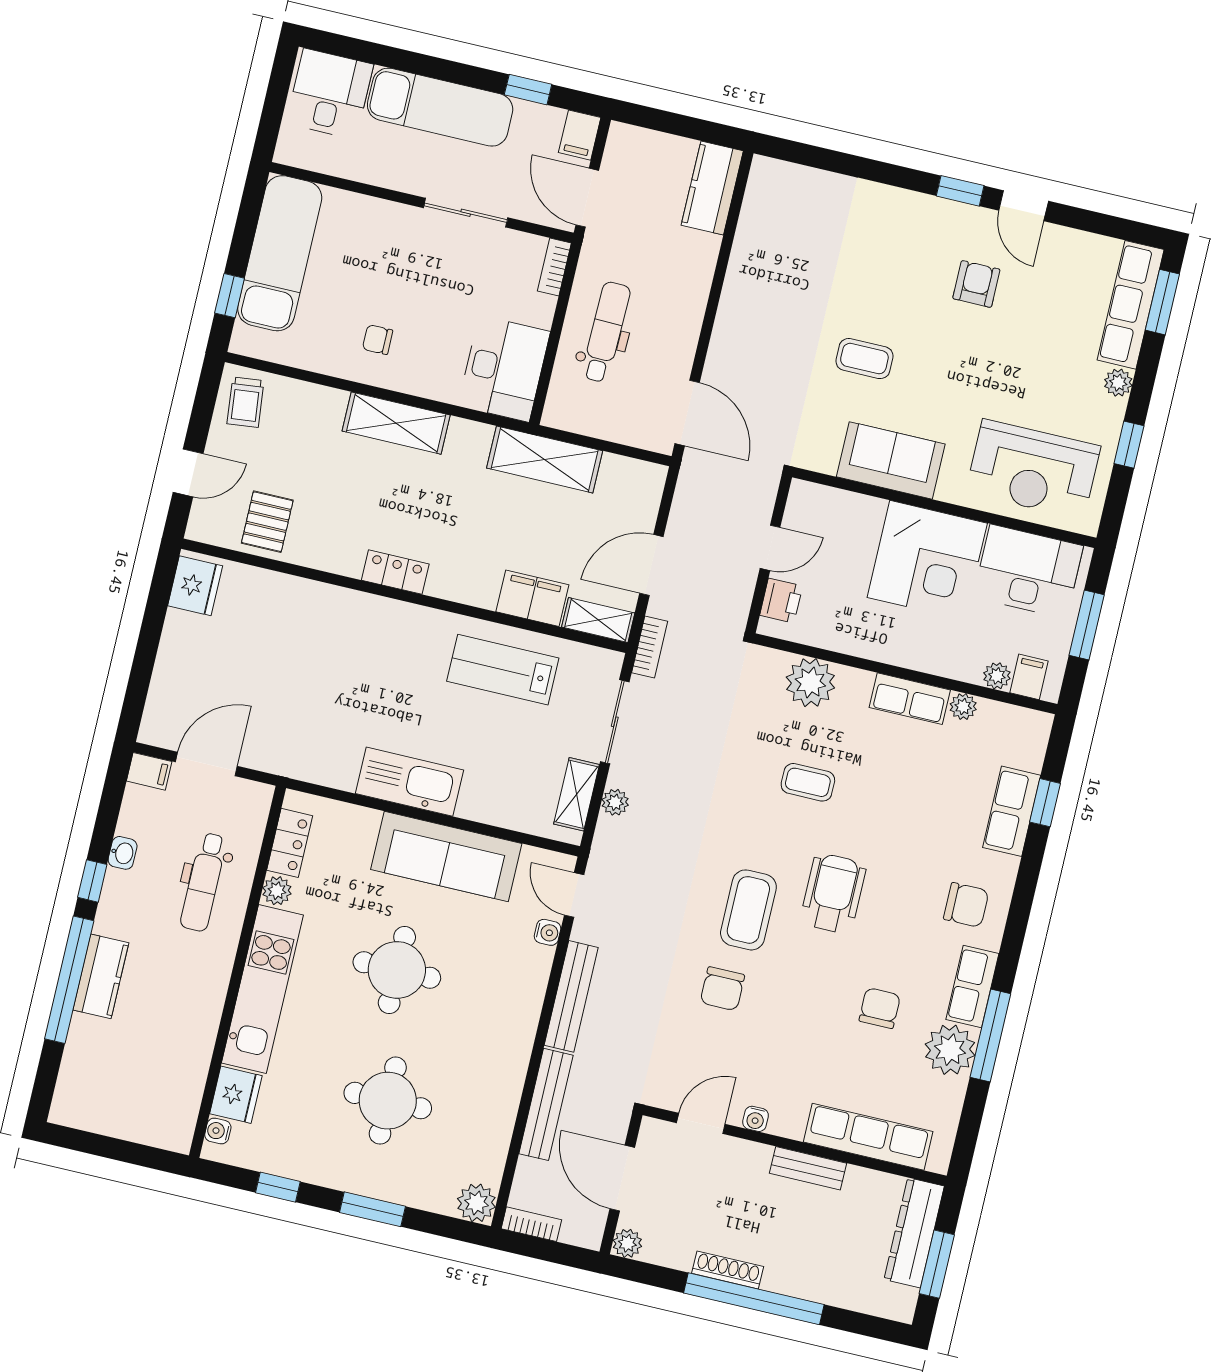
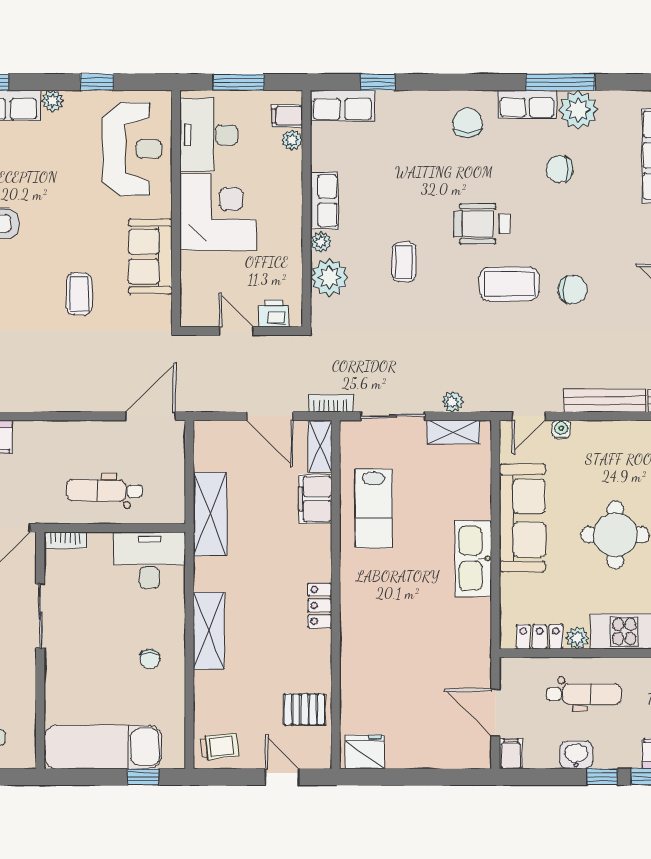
plant: (963, 707) -> (321, 242), moved
row of seats: (1012, 811) -> (342, 105), moved
washbasin: (123, 853) -> (576, 755), width x1.38, depth x1.45

